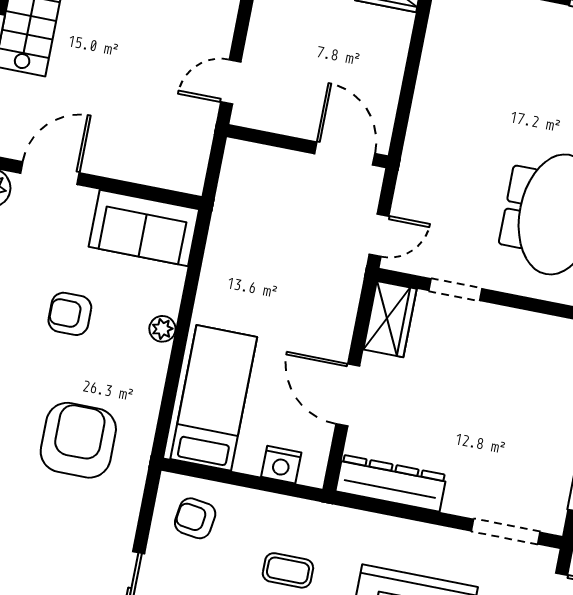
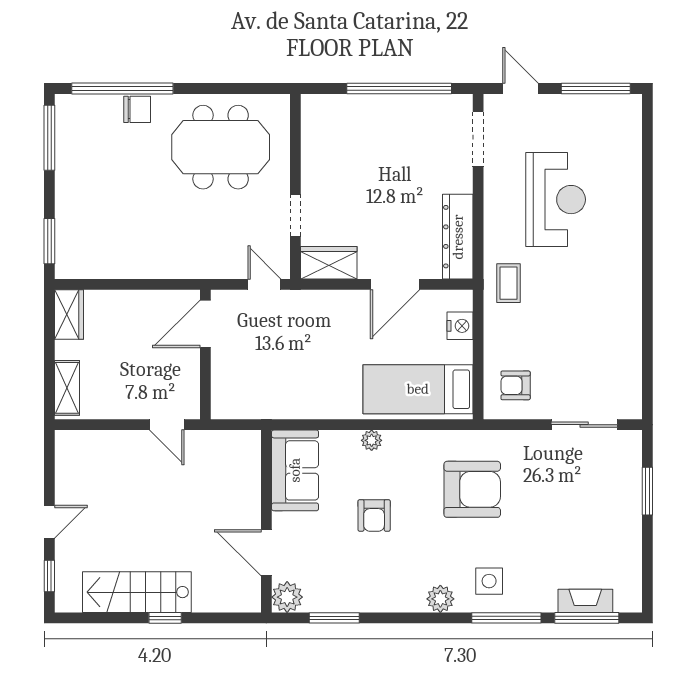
armchair: (78, 440) -> (472, 489), turned 180
armchair: (195, 518) -> (516, 385), turned 82
coffee table: (288, 570) -> (508, 283), moved

